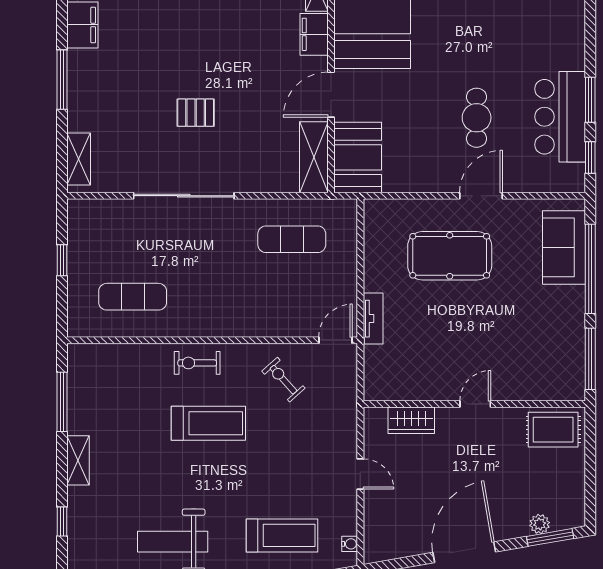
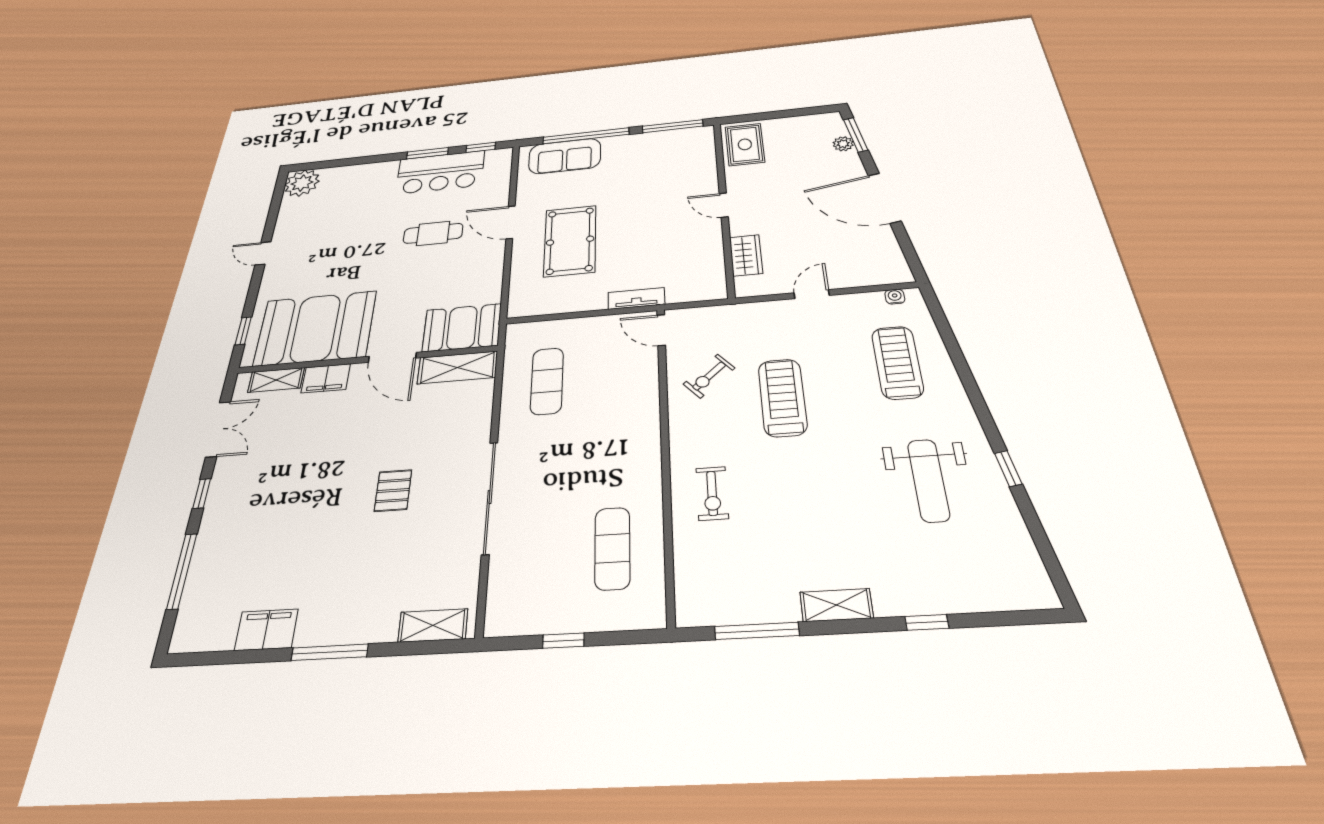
exercise bike: (197, 363) -> (712, 493), moved
treadmill: (208, 423) -> (782, 397), moved

